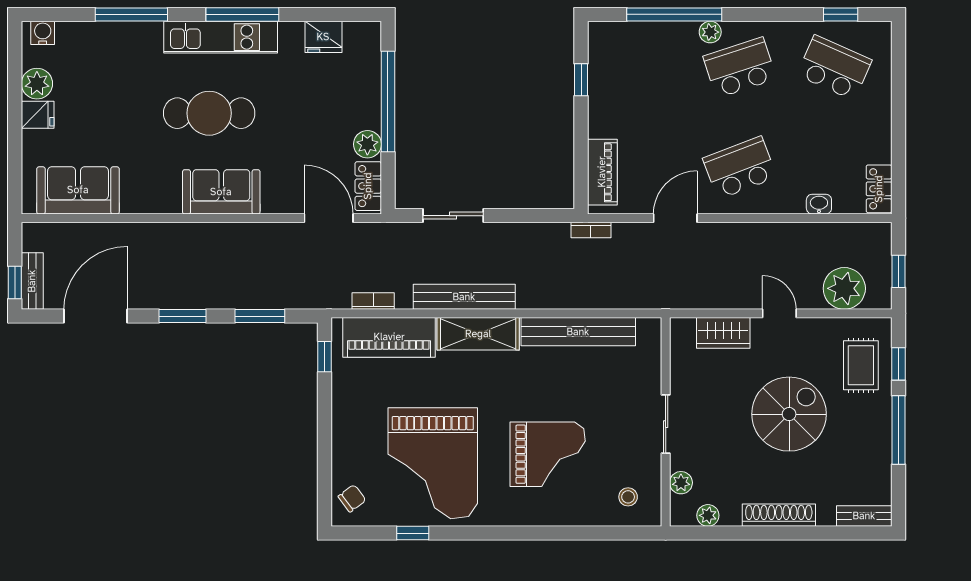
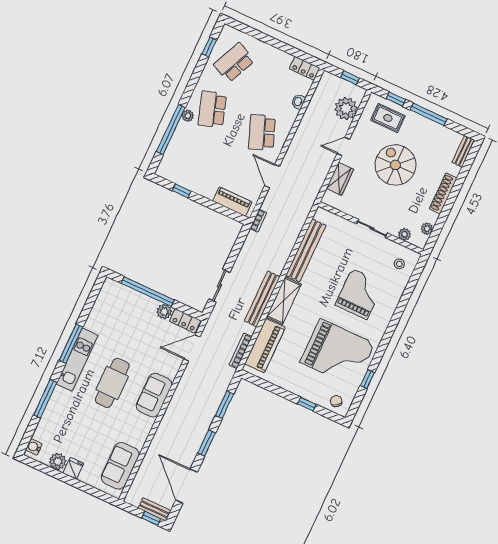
fridge: (323, 37) -> (101, 309), removed
bookcase: (373, 301) -> (241, 351), width x1.56
window: (324, 357) -> (307, 404), moved

